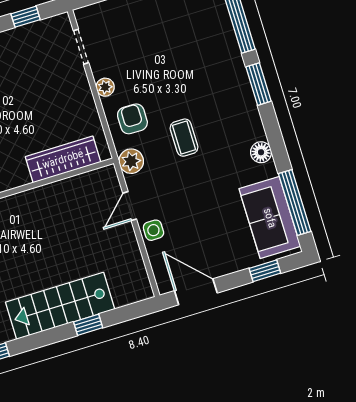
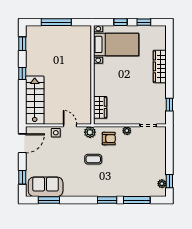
floor lamp: (261, 152) -> (76, 192), removed
wardrobe: (63, 159) -> (100, 107), width x0.67
window: (295, 203) -> (49, 200), width x0.69
stairs: (60, 306) -> (35, 100), moved
window: (88, 325) -> (22, 73), moved

